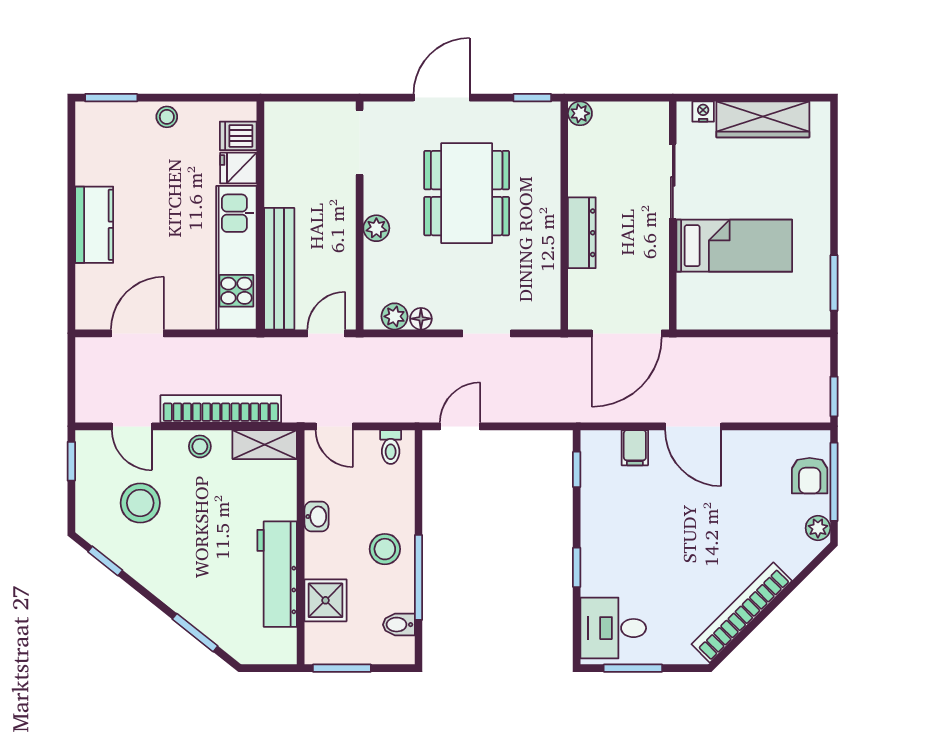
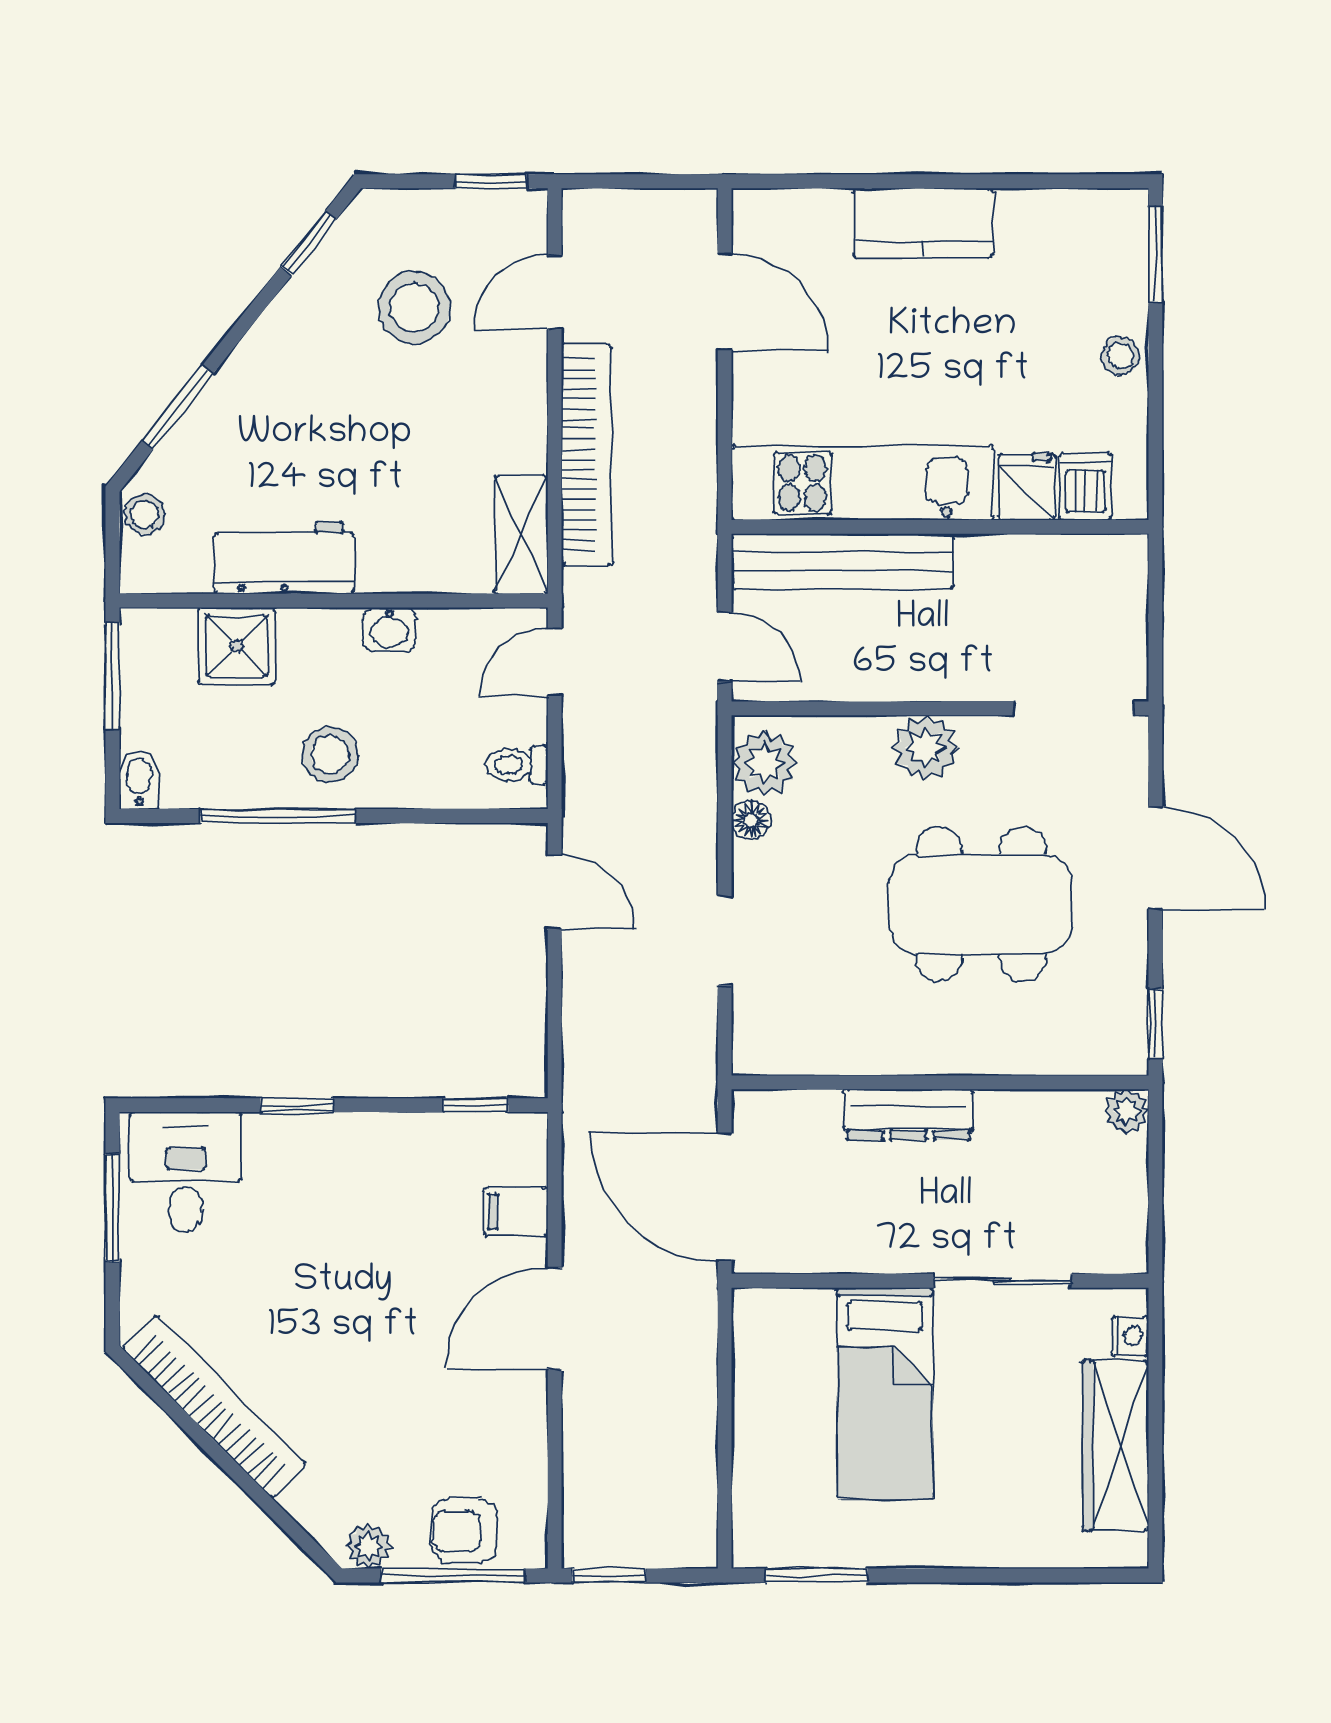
plant: (376, 228) -> (926, 748), width x1.38, depth x1.38
plant: (395, 316) -> (764, 763), width x1.38, depth x1.38
stool: (200, 446) -> (145, 514), moved
workbench: (277, 574) -> (284, 558), width x0.73
bidet: (399, 625) -> (139, 780), moved

